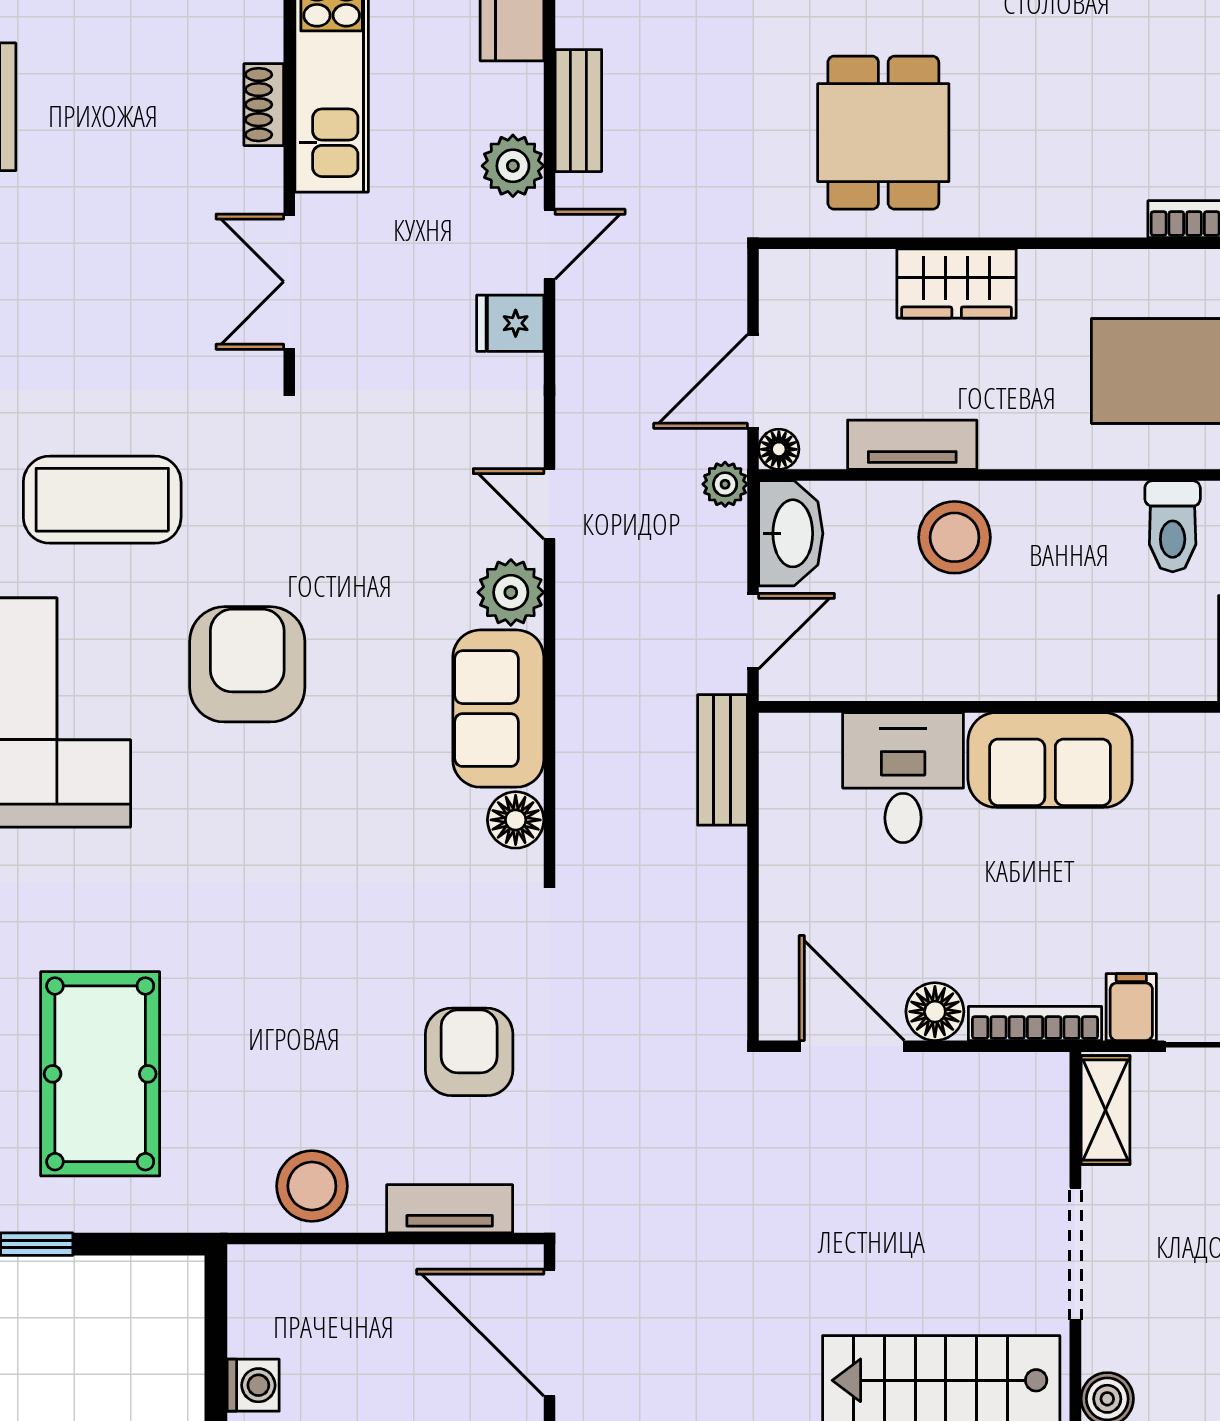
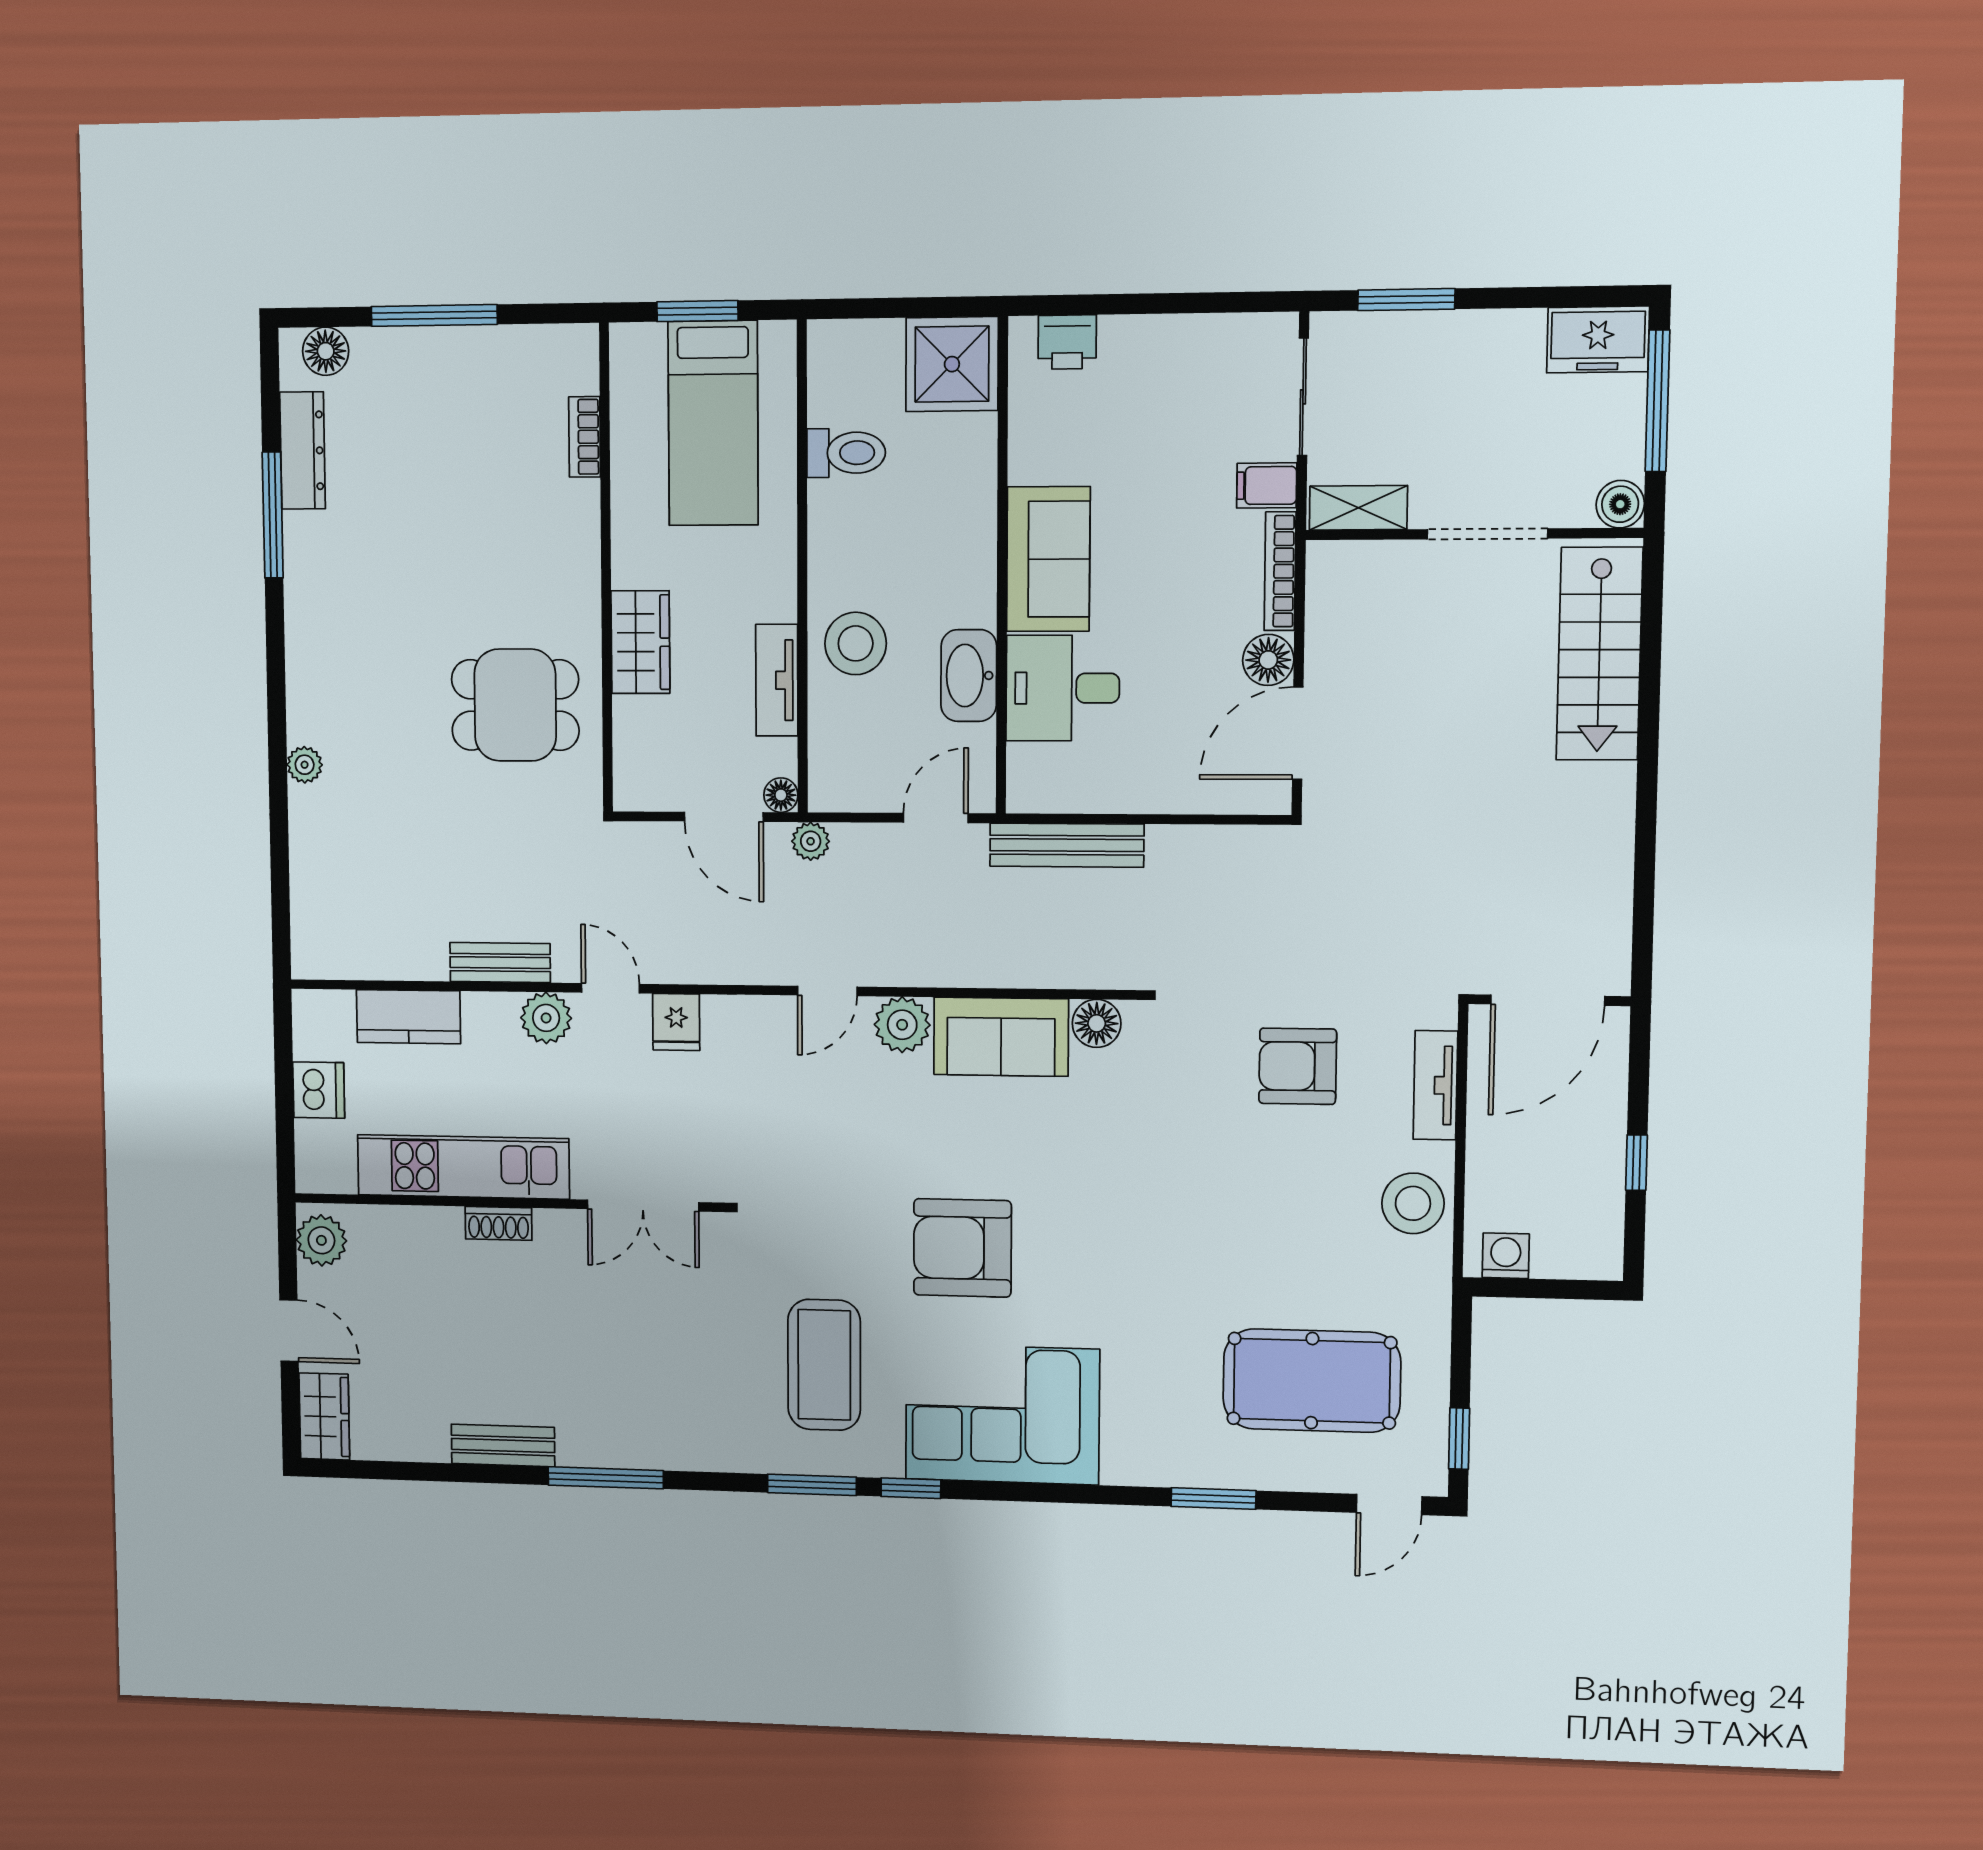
washbasin: (791, 533) -> (969, 676), moved, turned -90
door: (753, 631) -> (936, 818), hinge flipped
bench: (722, 760) -> (1067, 845), width x1.36
washing machine: (253, 1385) -> (1506, 1256), moved

